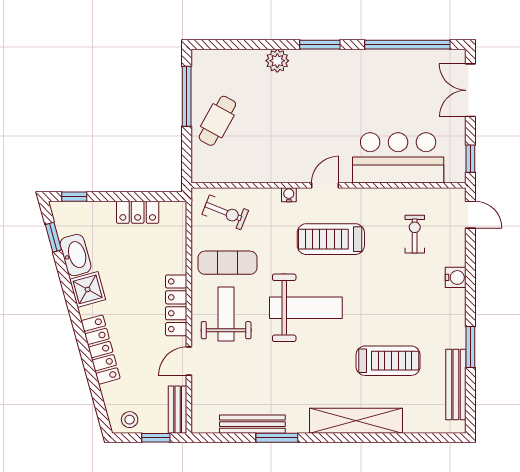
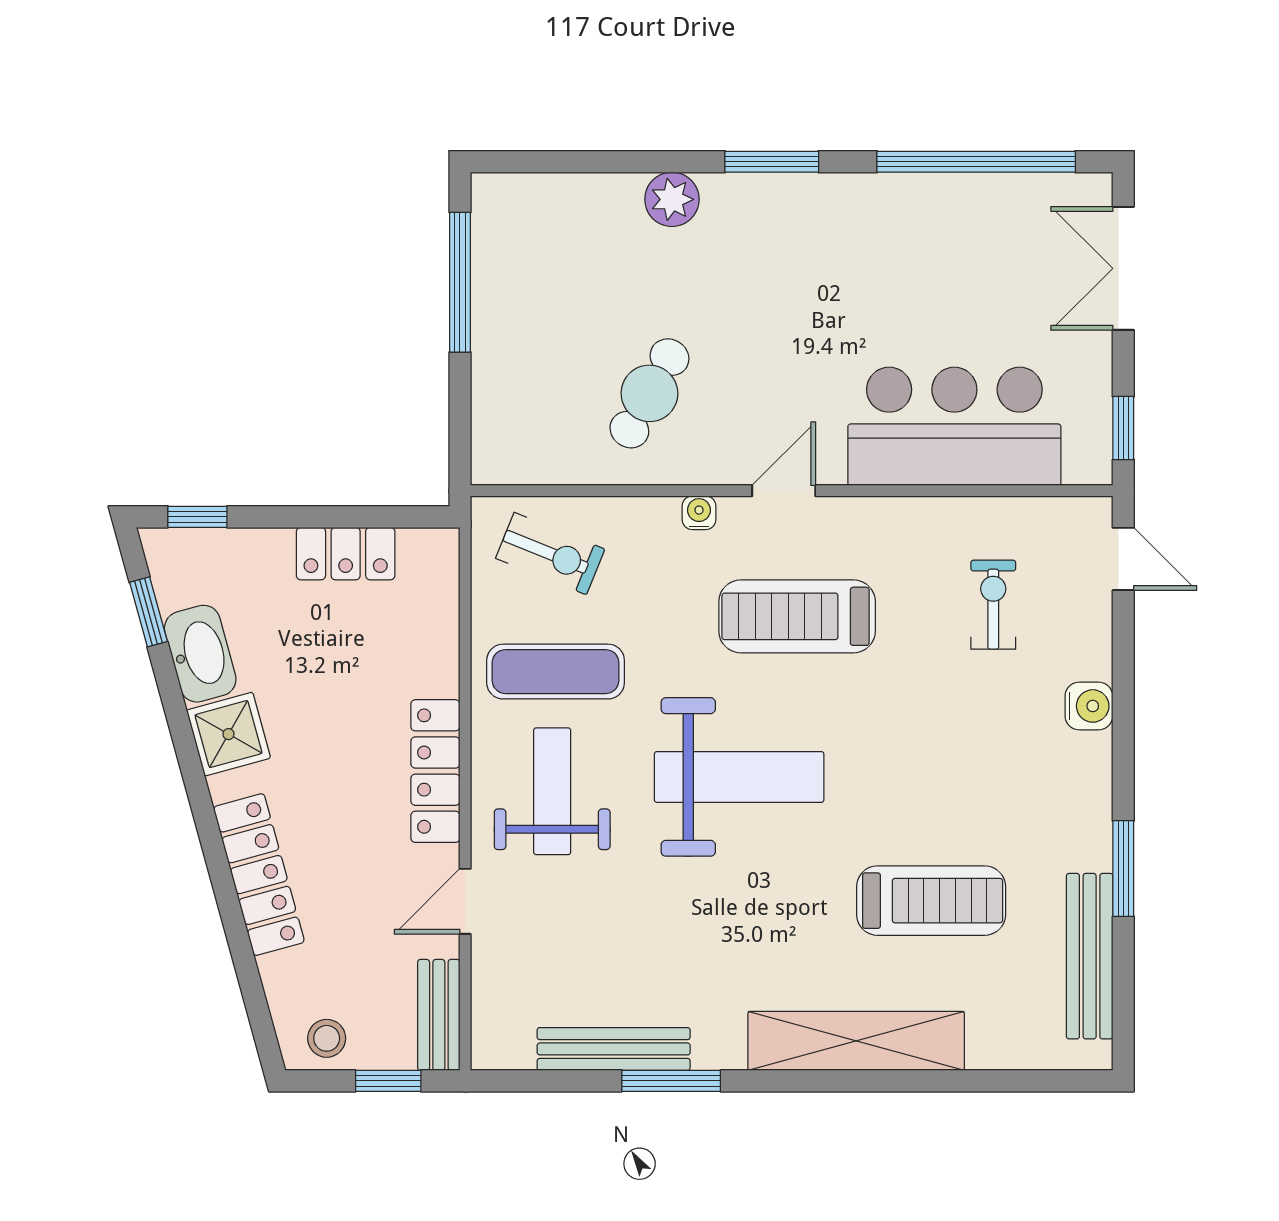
cafe table: (217, 121) -> (649, 393), moved

